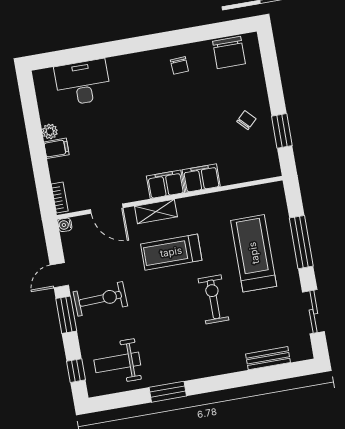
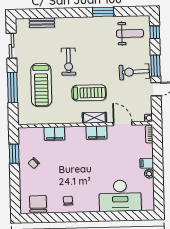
desk: (83, 83) -> (120, 196), width x1.36, depth x1.30
filing cabinet: (201, 178) -> (54, 134), moved
filing cabinet: (166, 184) -> (96, 133), moved

